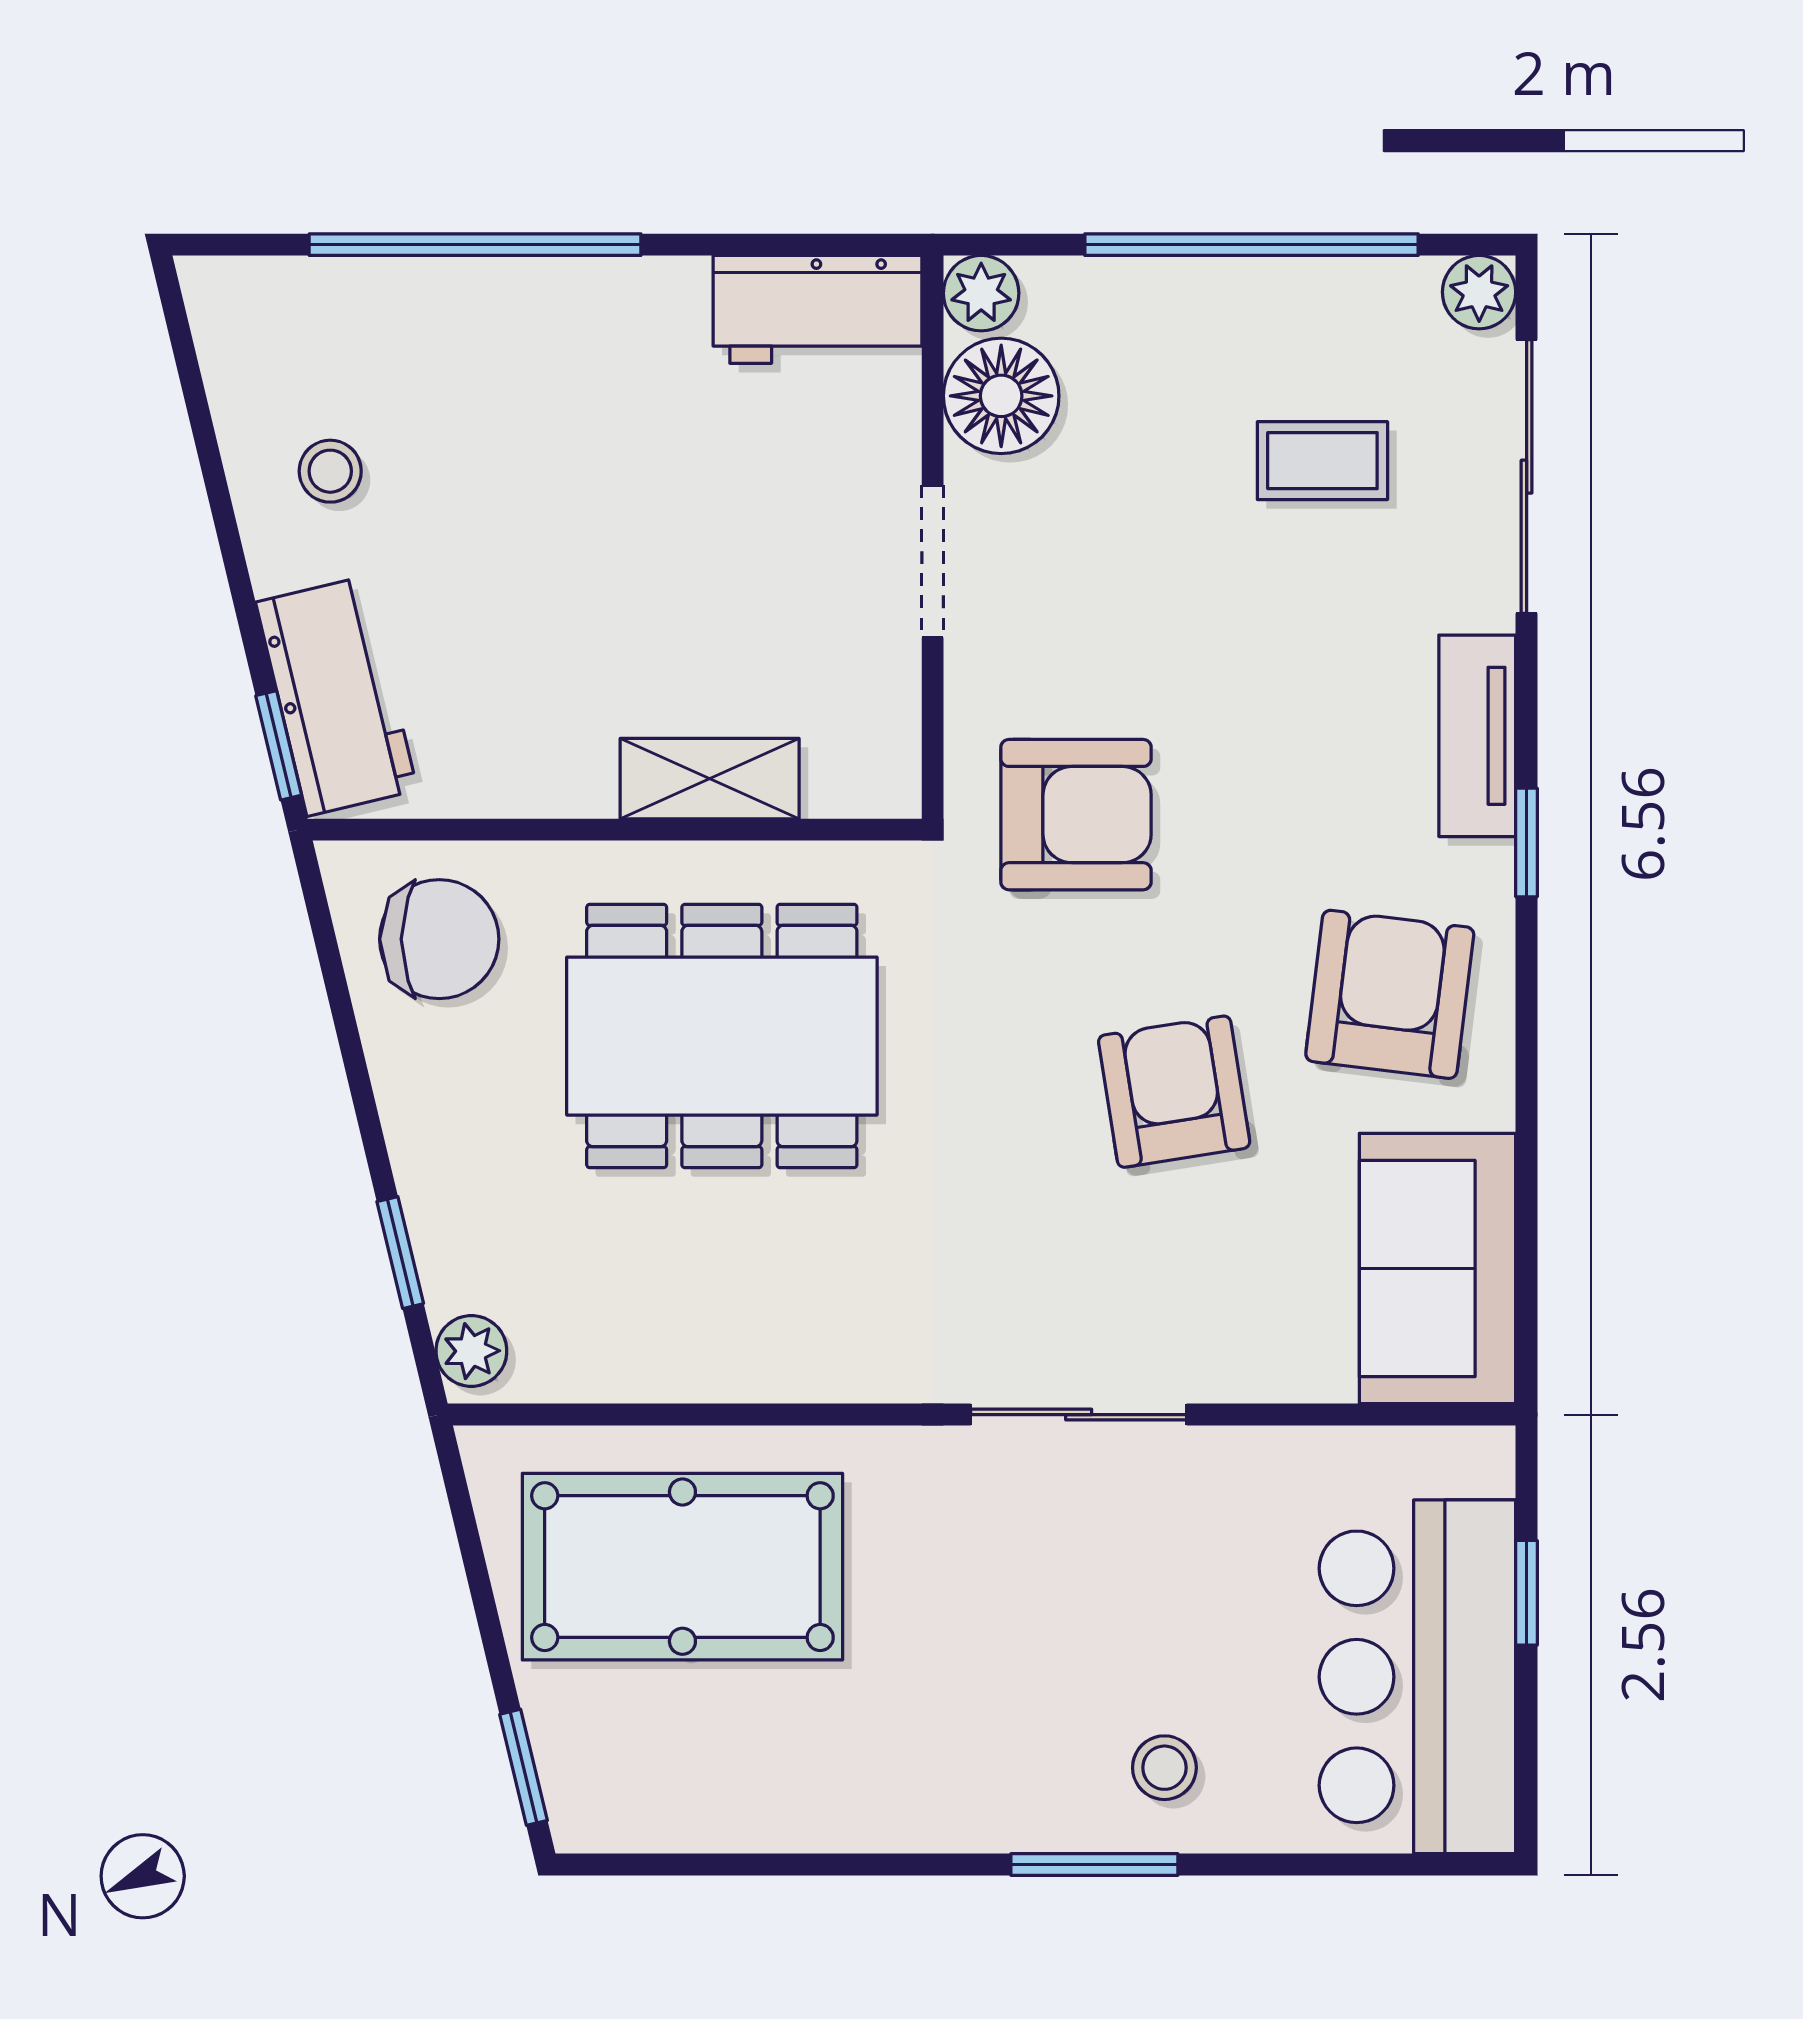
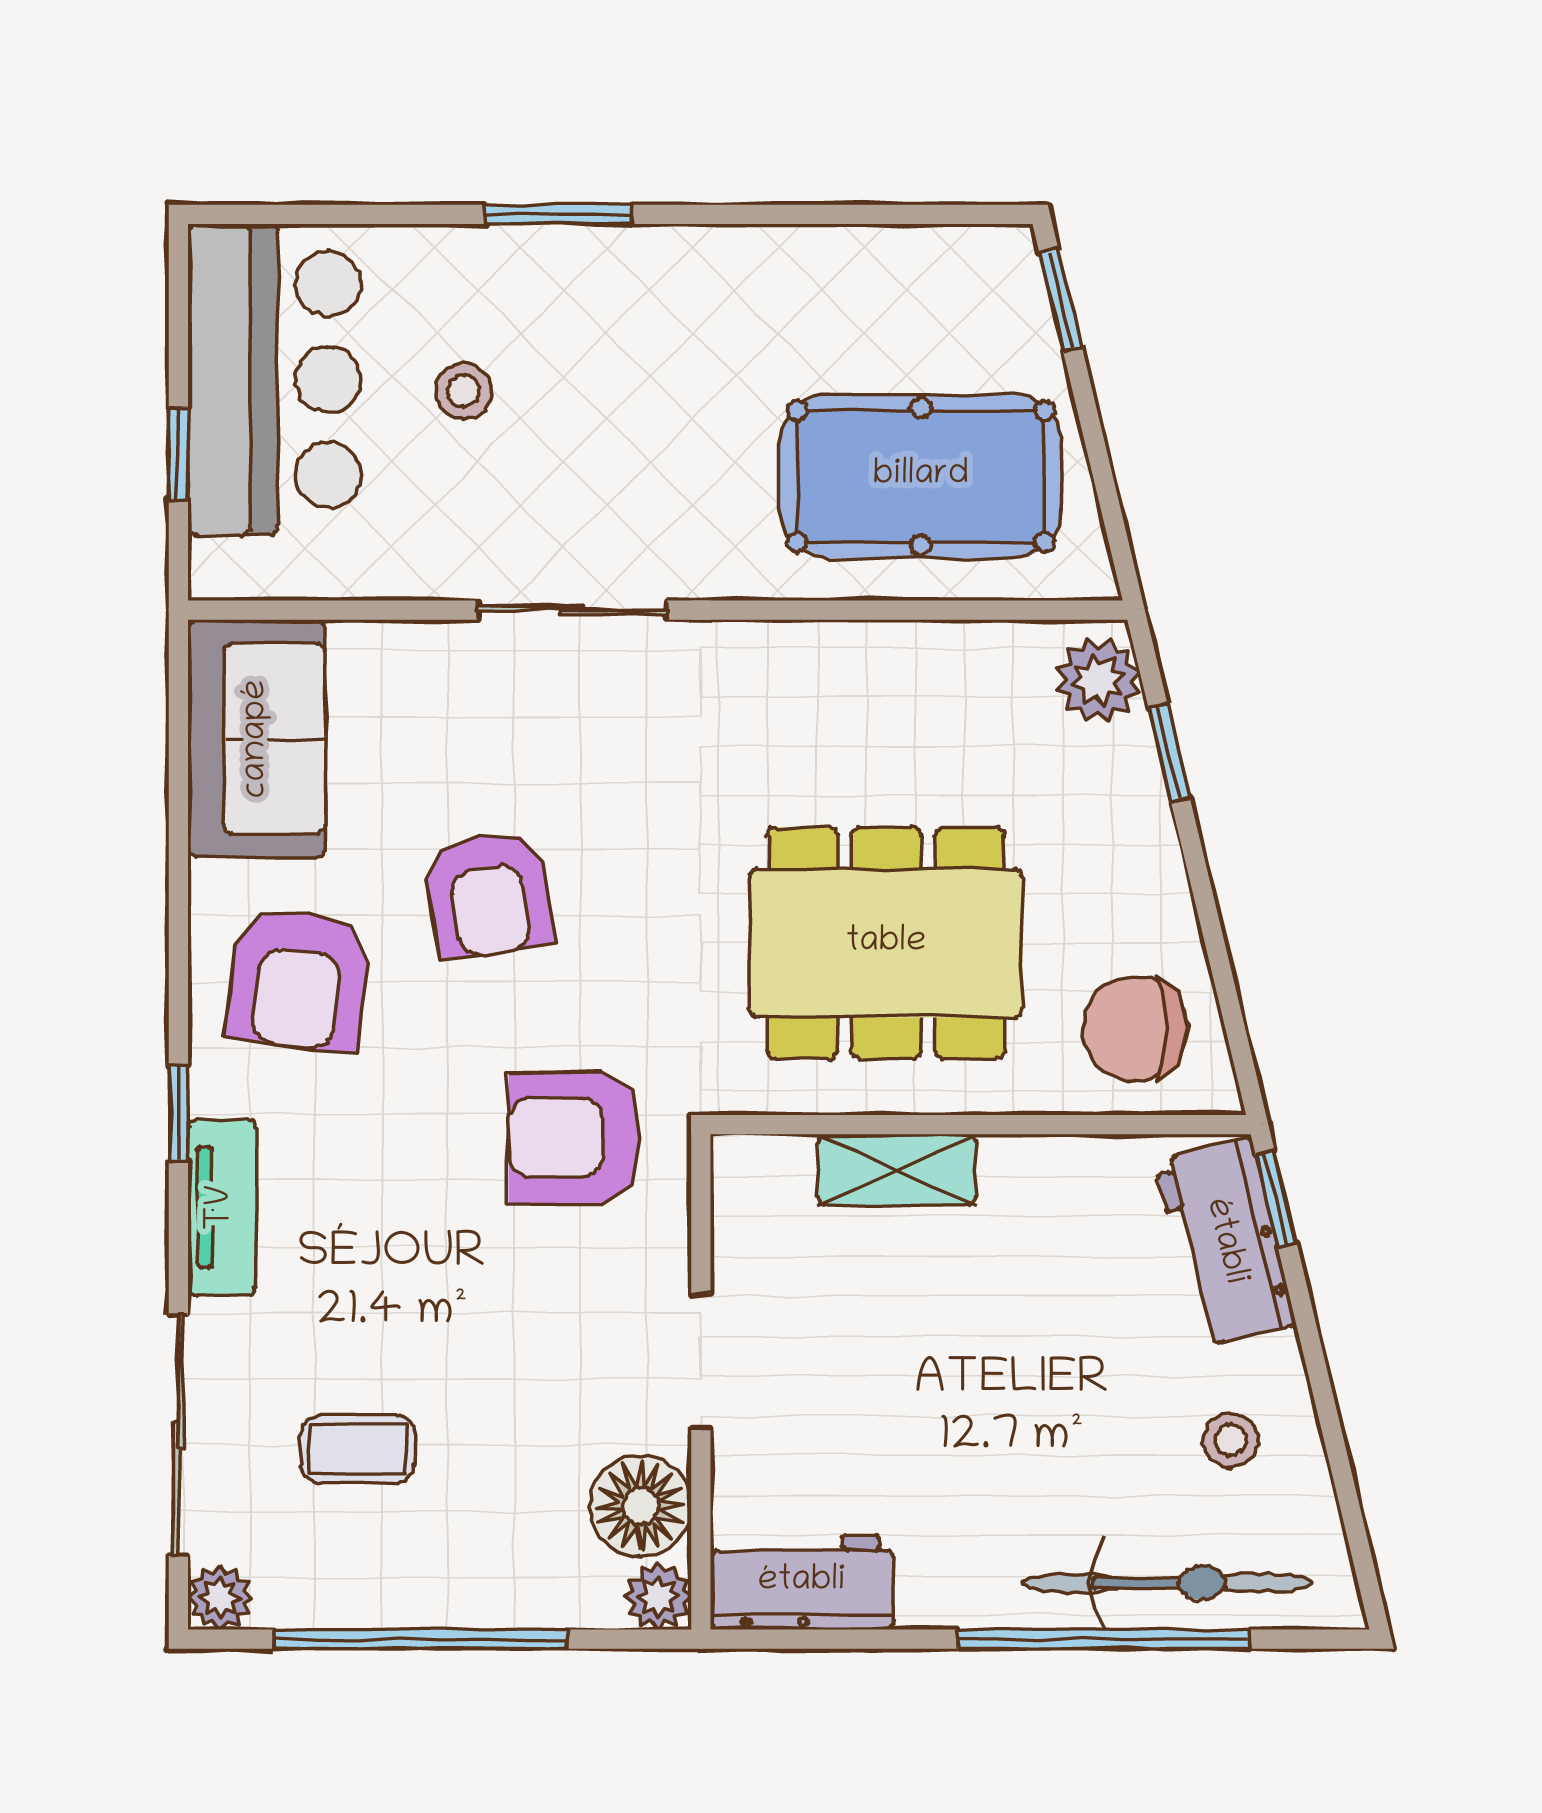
bicycle: (402, 309) -> (1167, 1583), added
plant: (471, 1351) -> (1098, 680), width x1.38, depth x1.38
stool: (1164, 1768) -> (463, 391), moved

